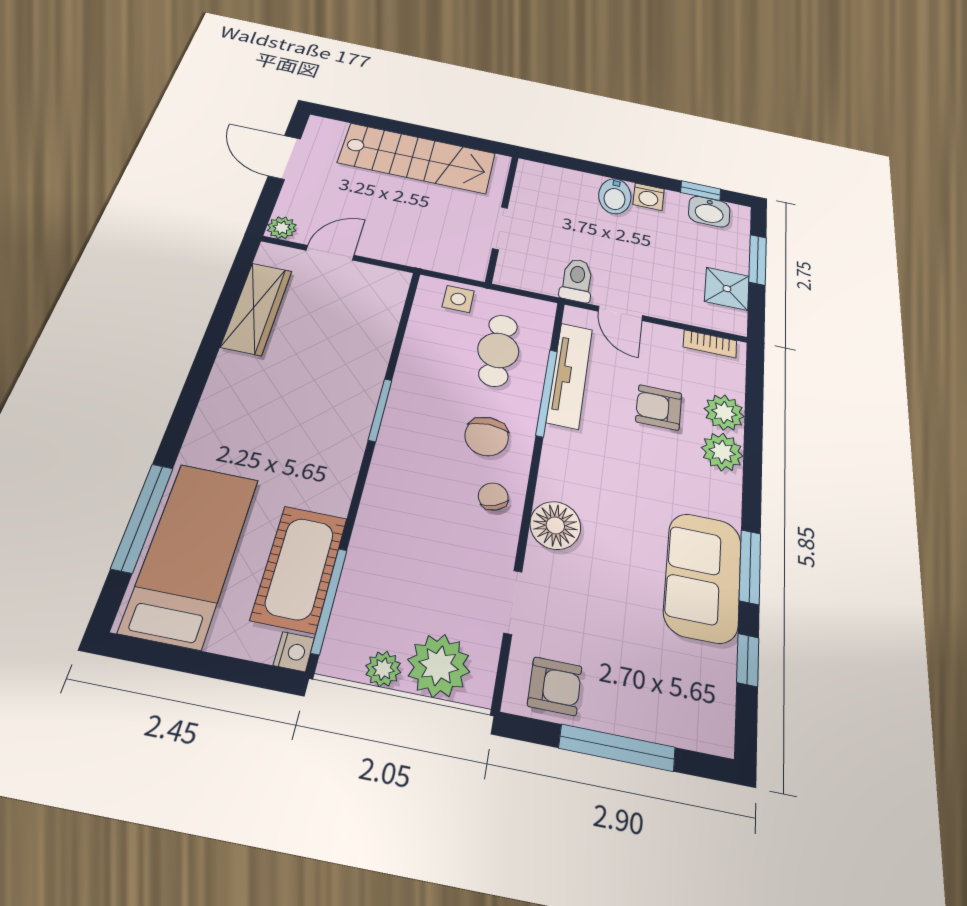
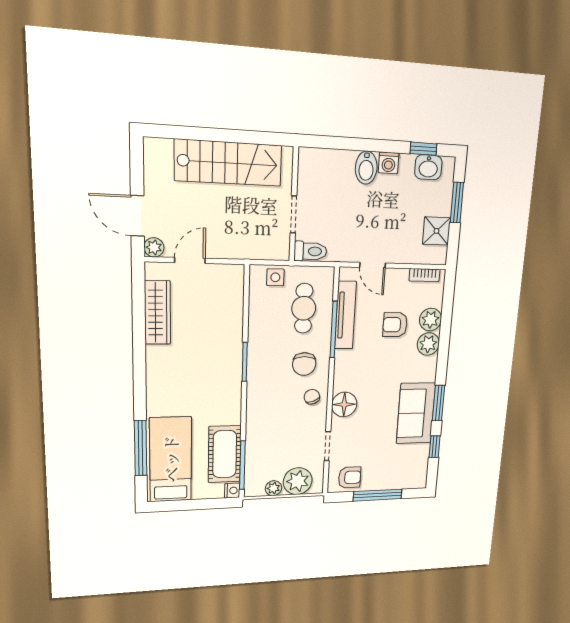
door: (285, 157) -> (137, 216), moved
toilet: (577, 280) -> (310, 251), moved, turned 90

